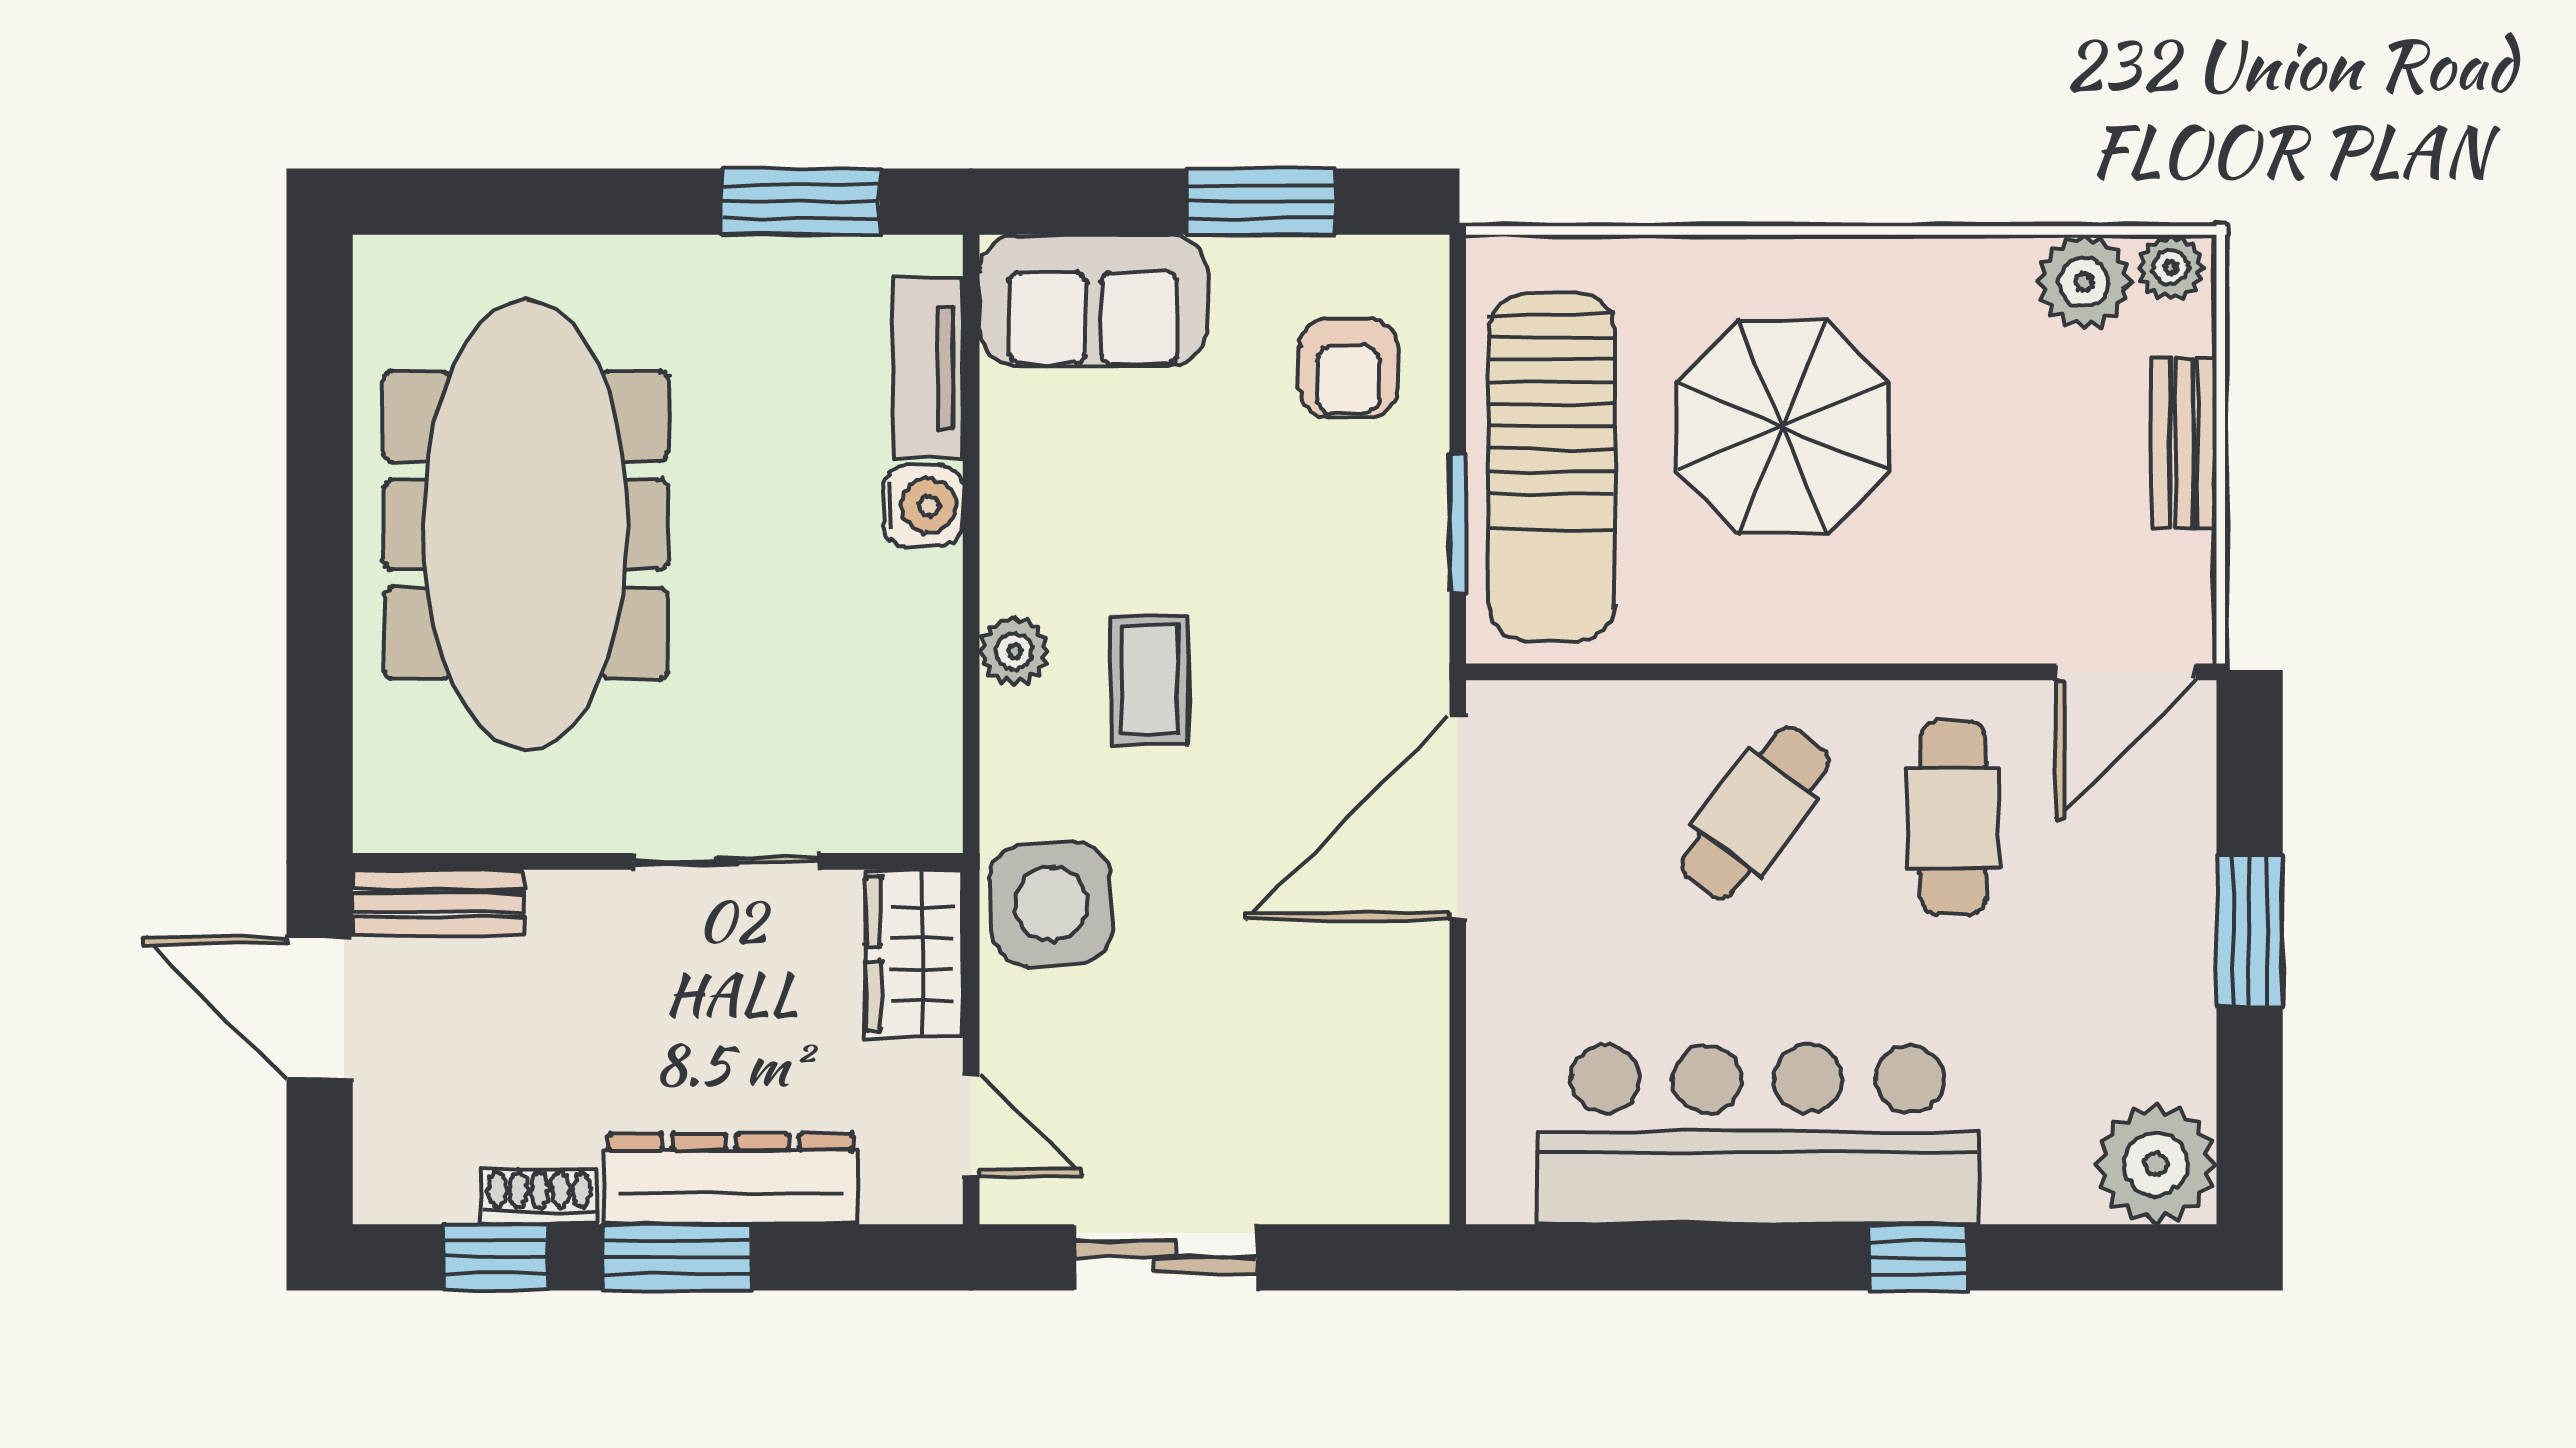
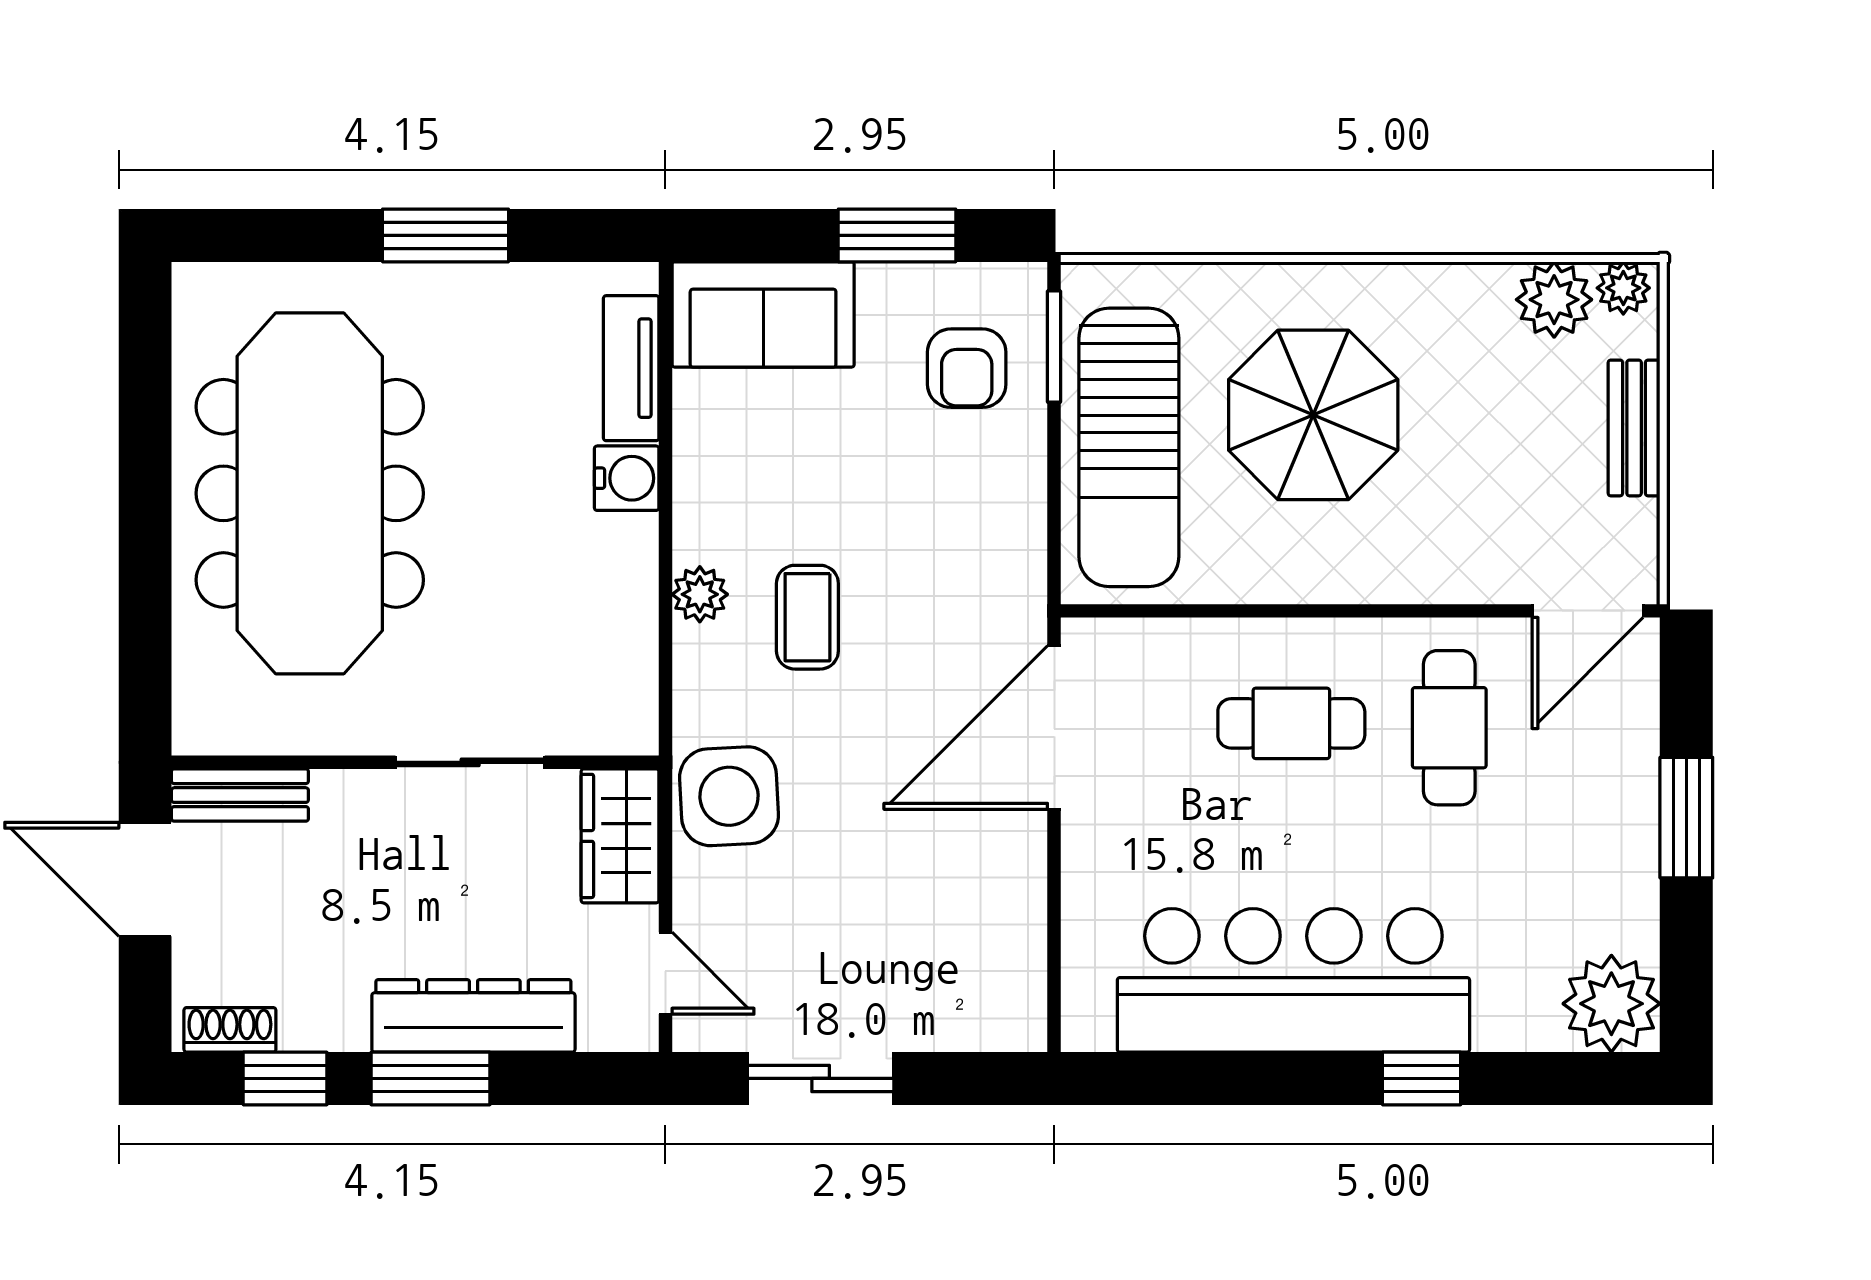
window: (801, 202) -> (446, 235), moved
window: (1458, 523) -> (1054, 347), moved
cafe table: (1755, 813) -> (1291, 723), turned 53
shoe rack: (539, 1196) -> (230, 1030), moved

